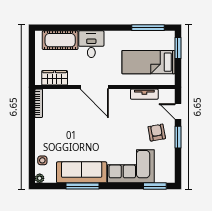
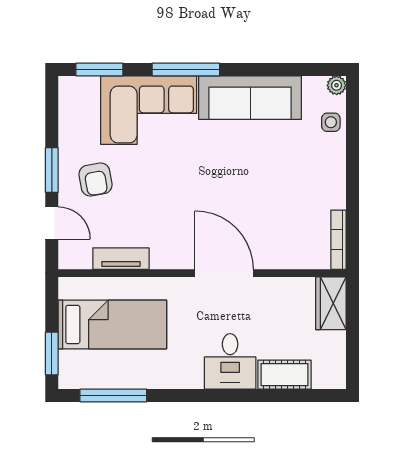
cot: (60, 40) -> (284, 375), width x0.73, depth x0.75
wardrobe: (55, 78) -> (331, 303), moved, turned 90
window: (82, 186) -> (186, 69), moved

